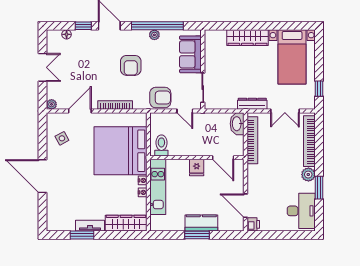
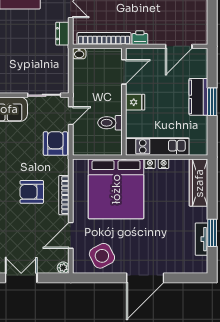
armchair: (131, 65) -> (32, 192), moved, turned 180
dresser: (252, 104) -> (62, 34), width x0.70
door: (80, 111) -> (71, 235), hinge flipped
washbasin: (237, 124) -> (79, 54), width x0.52, depth x0.69
side table: (62, 138) -> (102, 256), width x1.87, depth x1.87
toilet: (161, 145) -> (110, 123), moved
printer: (253, 224) -> (140, 38), moved
tv unit: (90, 226) -> (201, 239), moved

